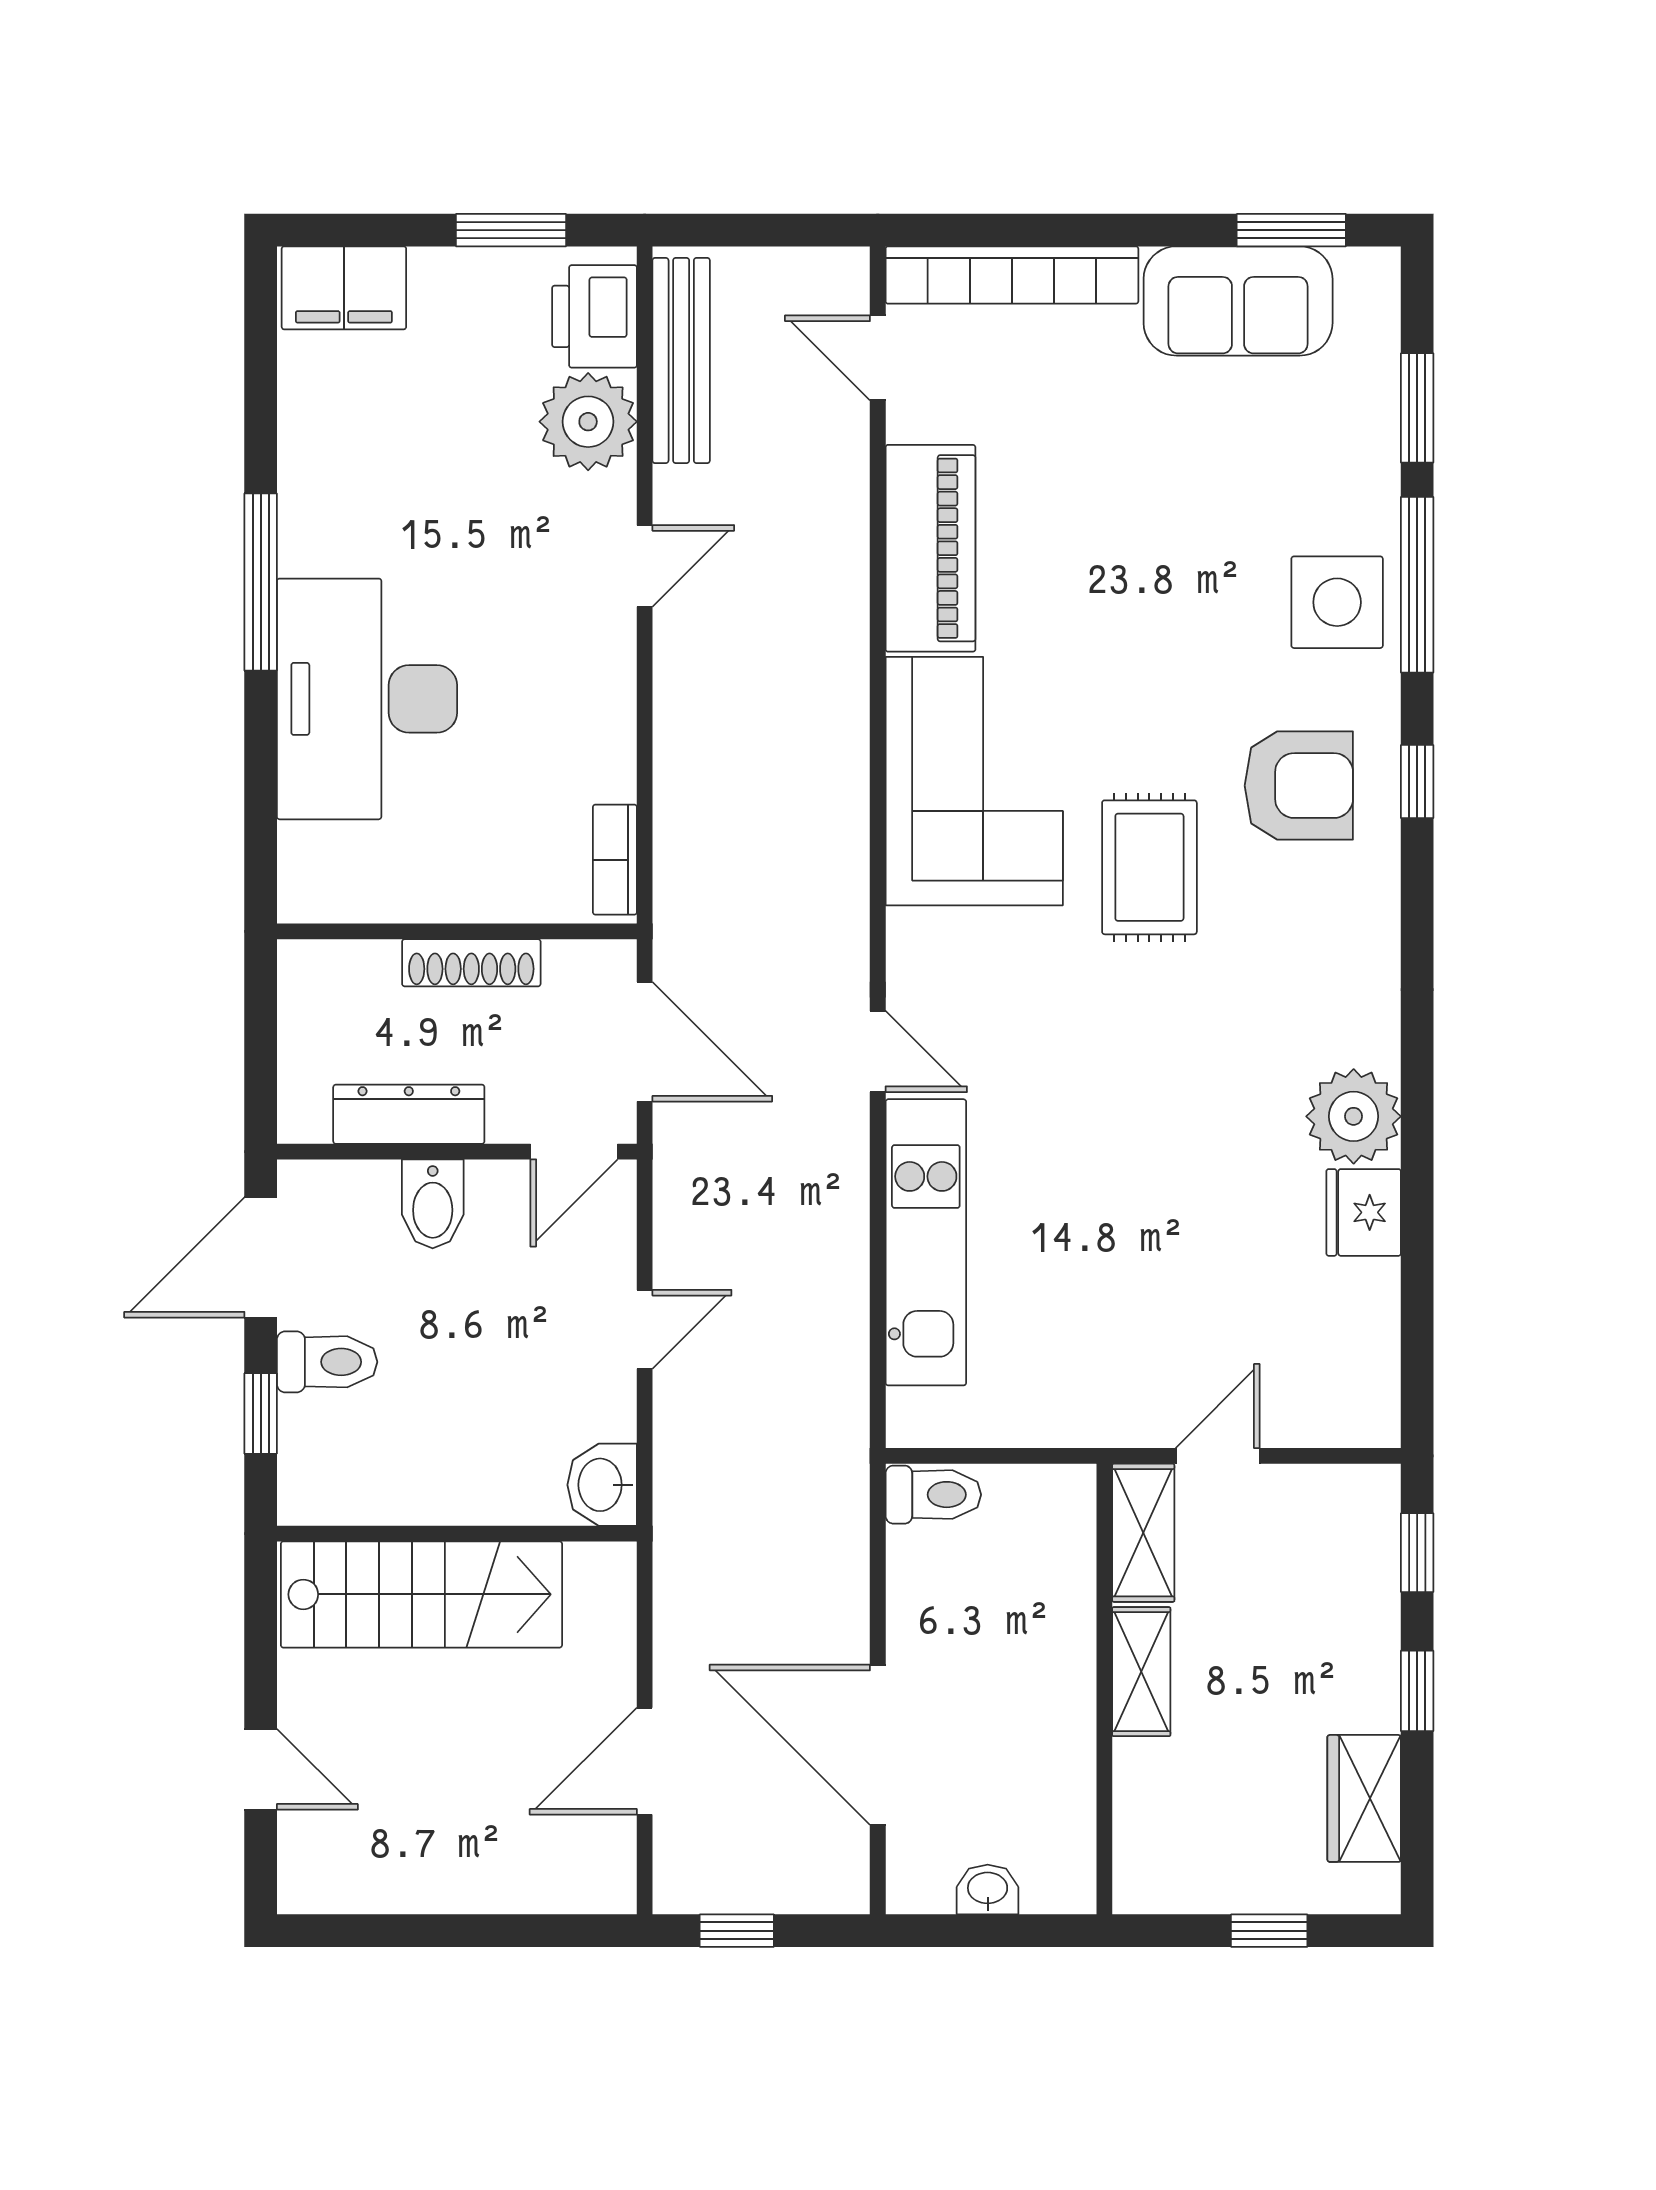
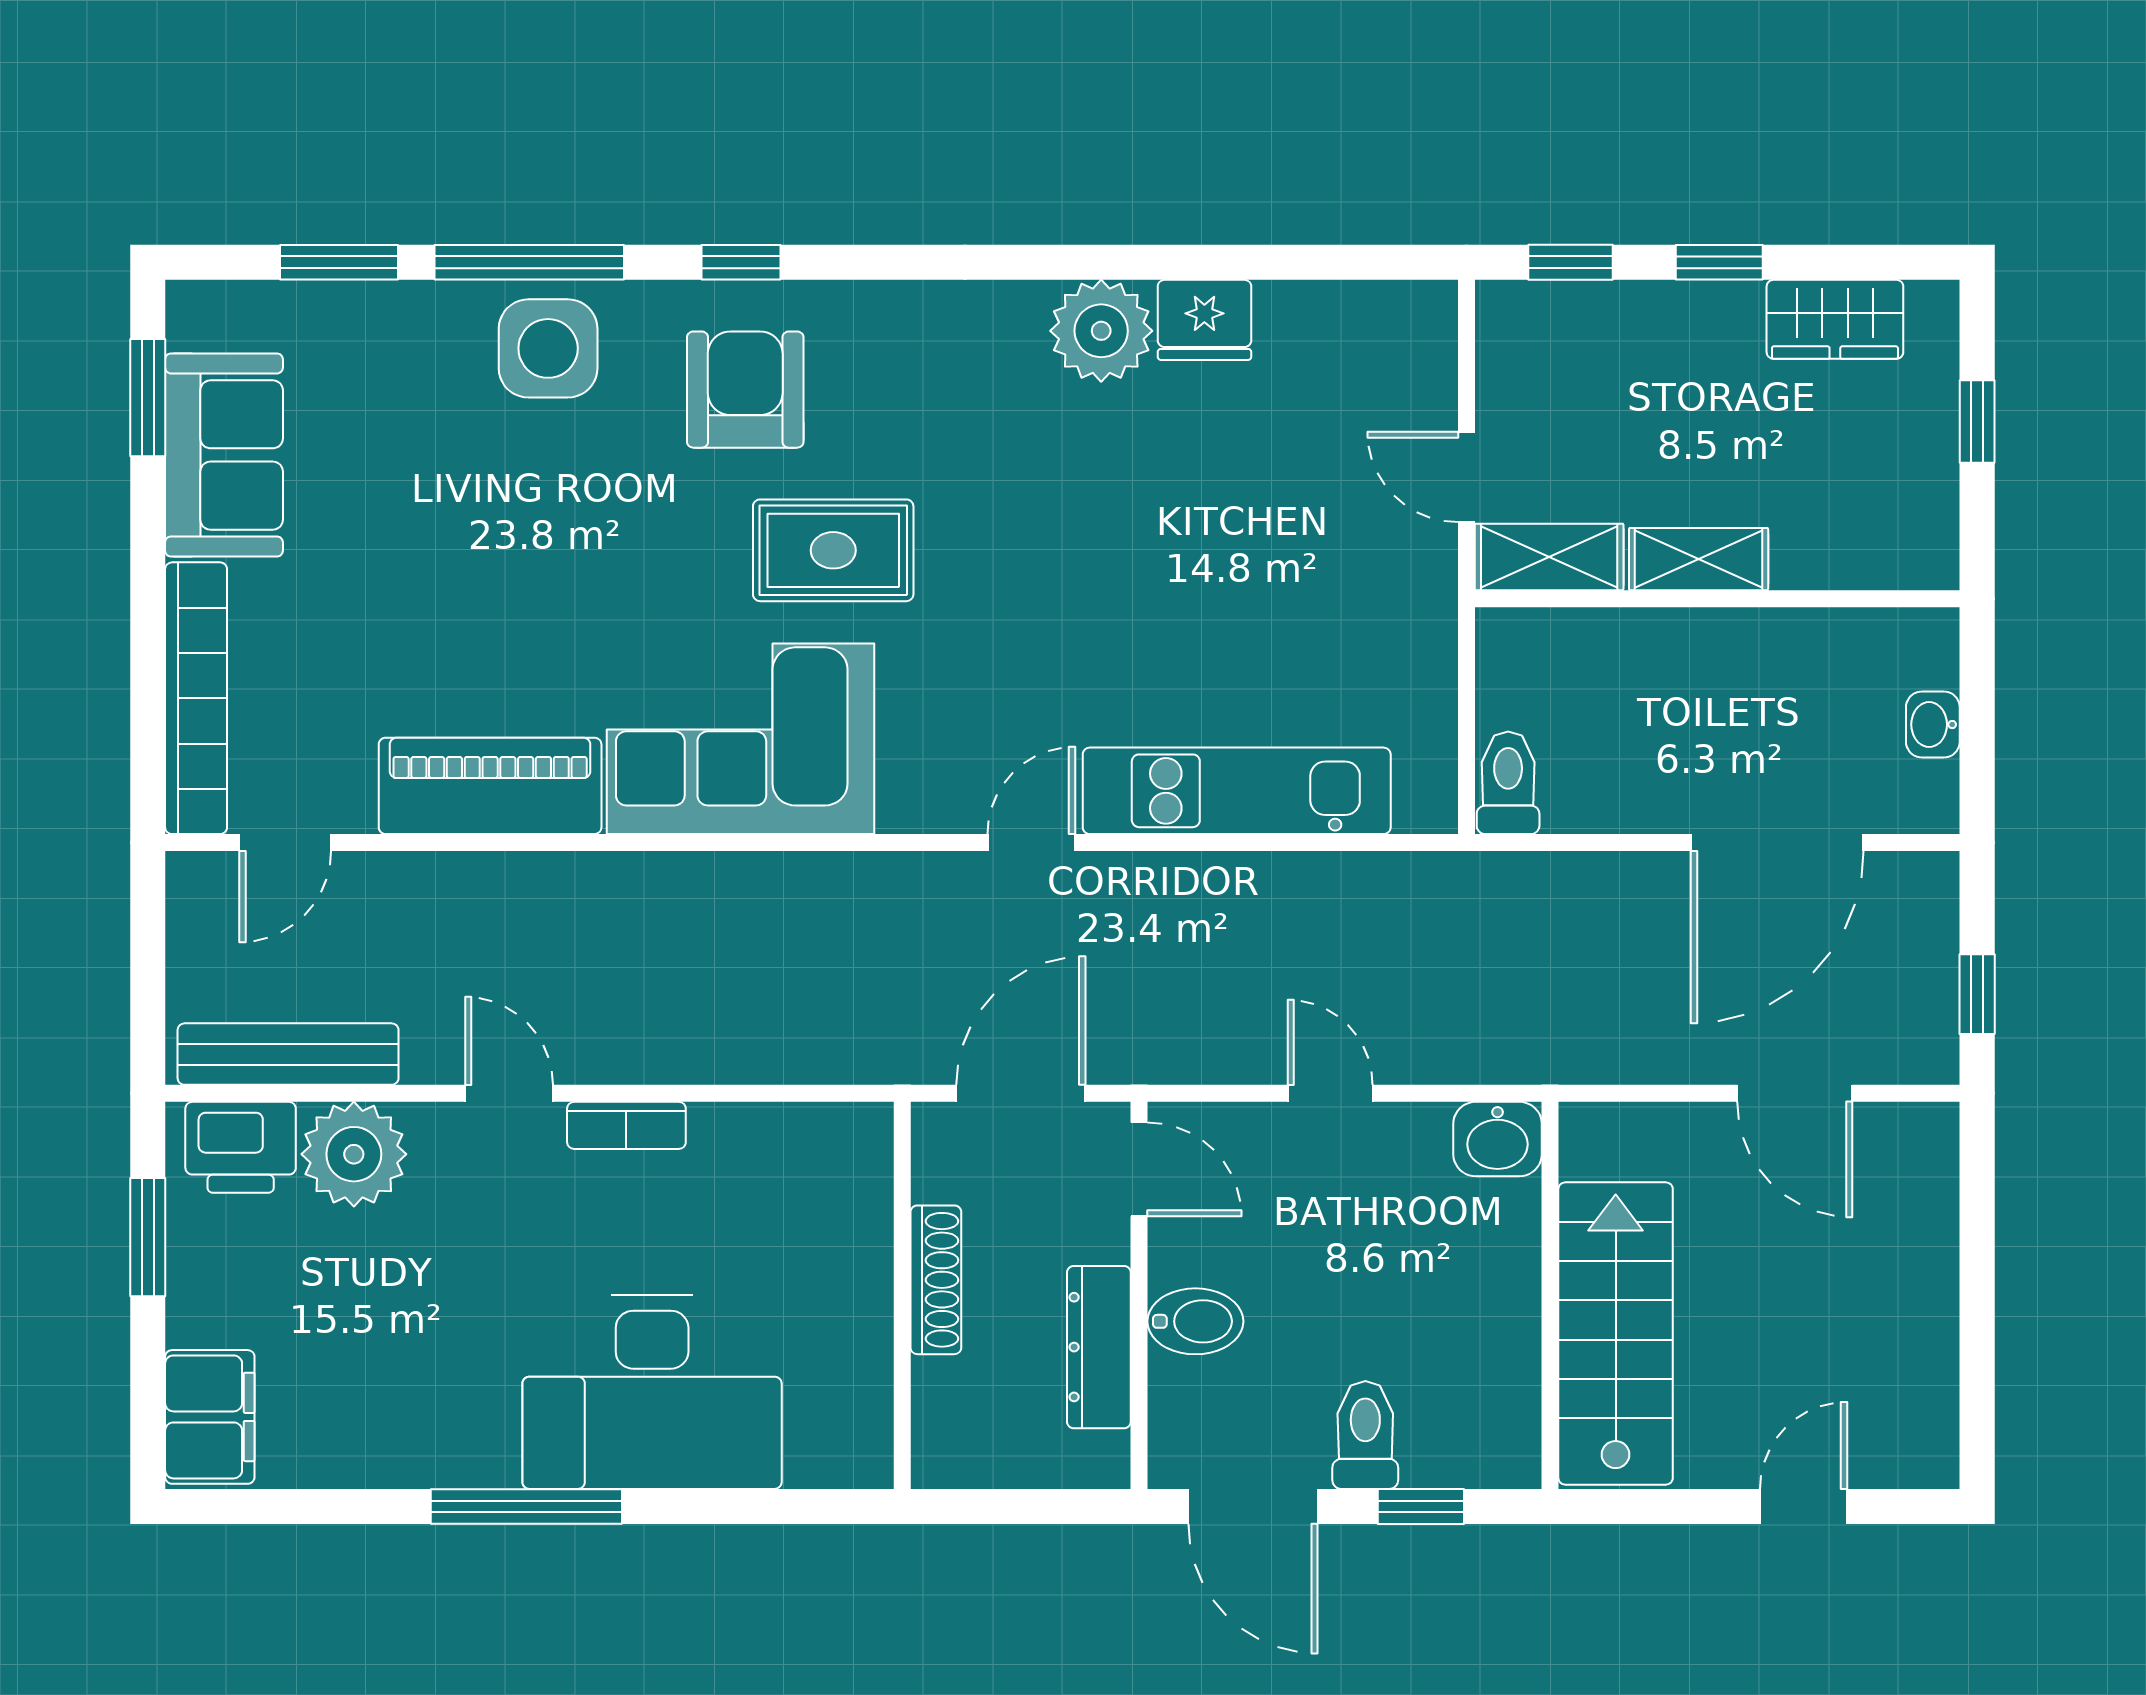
bookcase: (615, 860) -> (626, 1125), moved

